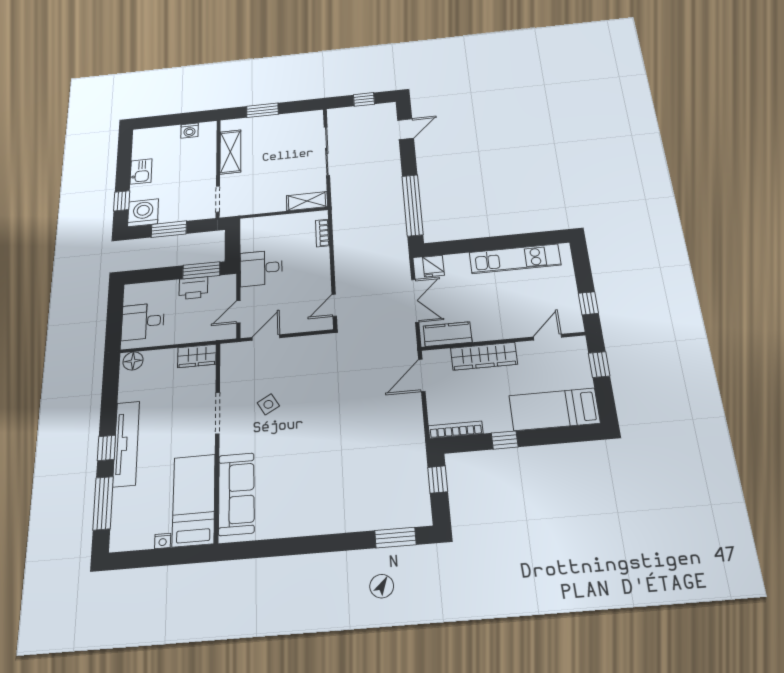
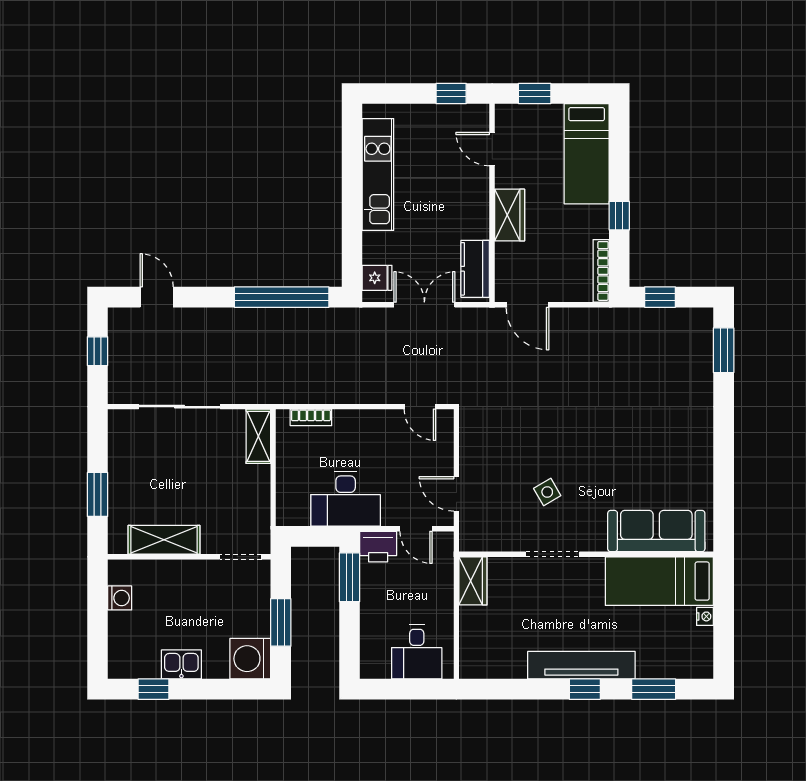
window: (122, 201) -> (153, 689), moved
desk: (261, 268) -> (346, 499), width x1.37
printer: (193, 288) -> (378, 547), moved, turned 90
wardrobe: (484, 356) -> (510, 215), width x0.67
floor lamp: (133, 361) -> (472, 662), removed
window: (103, 503) -> (654, 689), width x0.69

